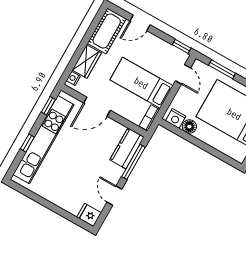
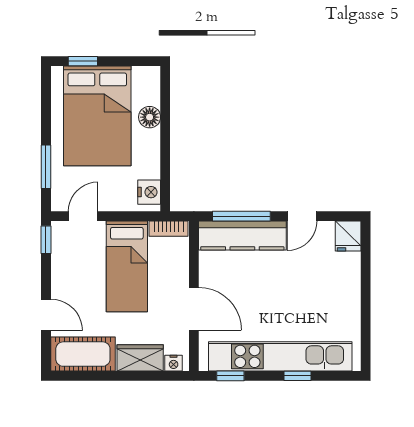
floor lamp: (189, 127) -> (150, 117), moved
kitchen counter: (127, 148) -> (242, 236), width x1.50

